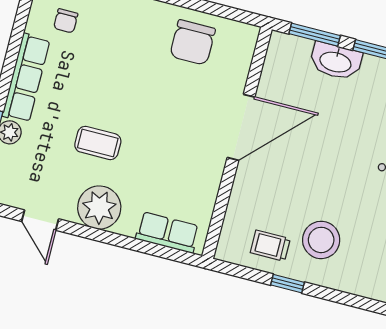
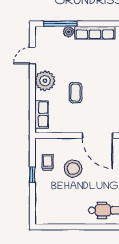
coffee table: (98, 143) -> (75, 93), moved
stool: (321, 240) -> (73, 169), moved

